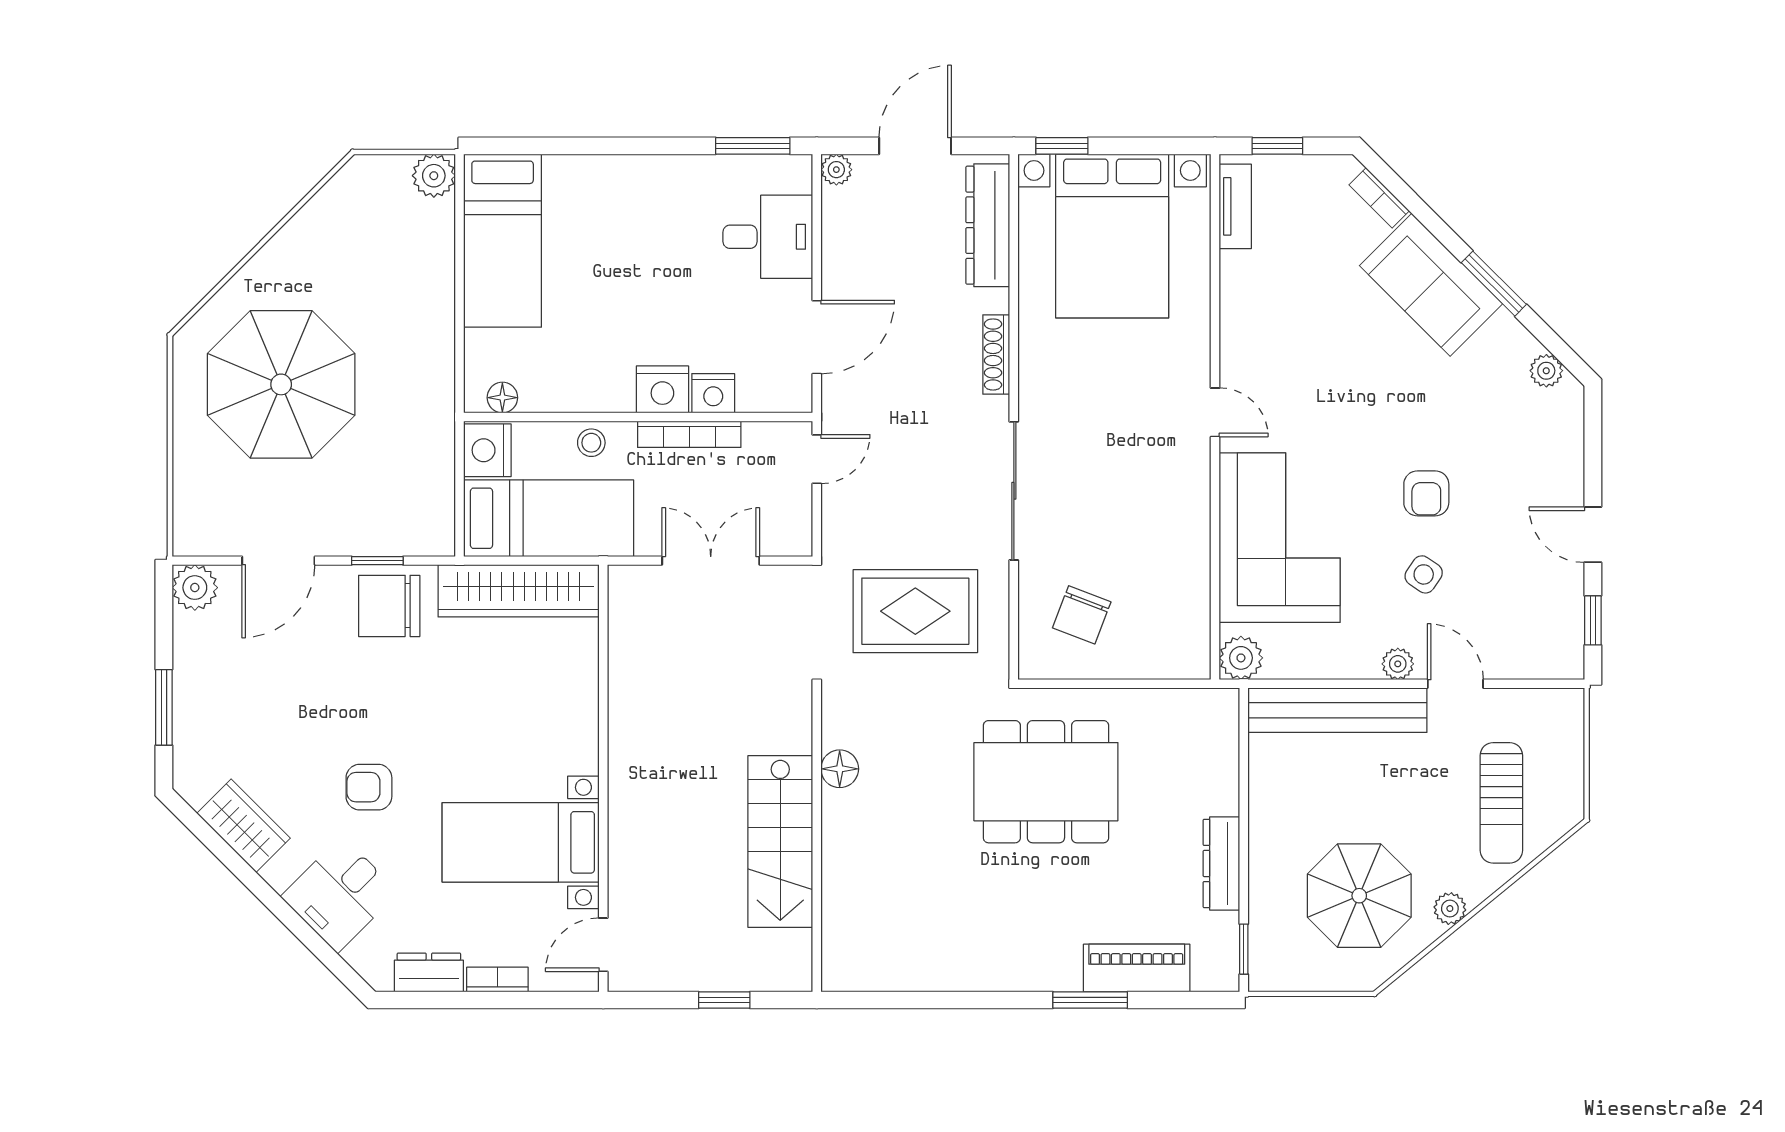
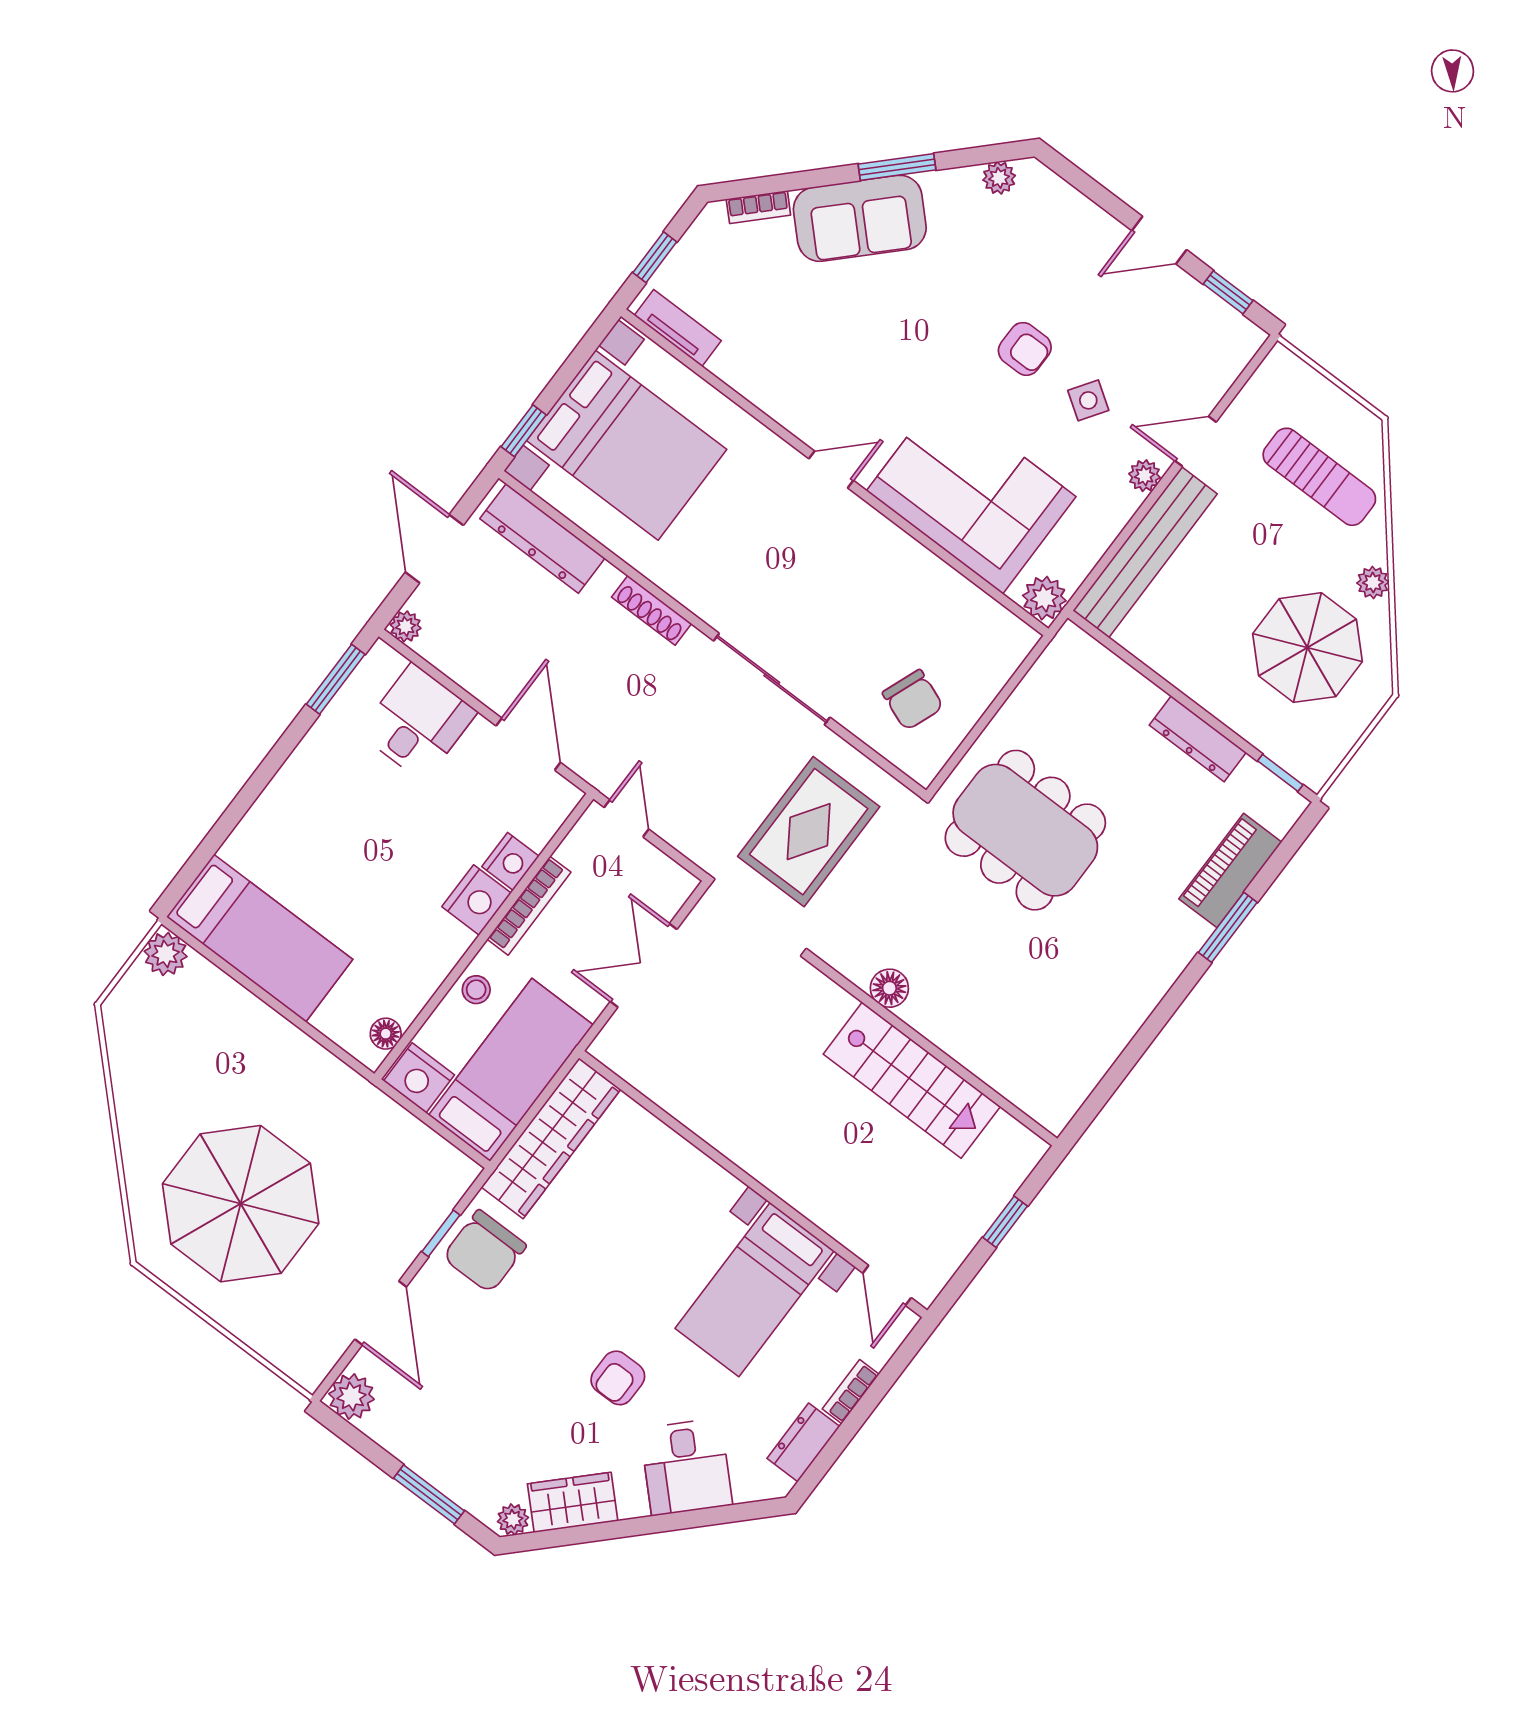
dining table: (1046, 782) -> (1025, 830), turned 90
plant: (194, 789) -> (513, 1519), added

